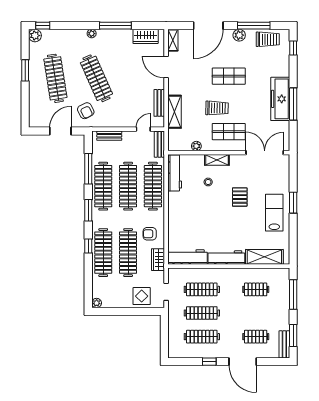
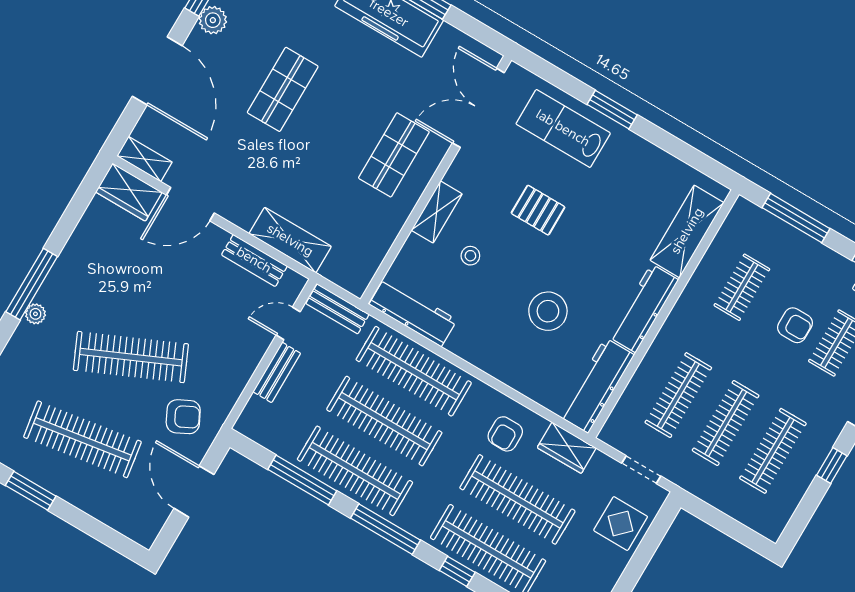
window: (115, 26) -> (32, 284), moved
wardrobe: (146, 36) -> (129, 192), moved, turned 90
trolley: (217, 108) -> (333, 151), removed
door: (143, 129) -> (288, 323), hinge flipped
bench: (109, 136) -> (277, 372), moved
plant: (196, 146) -> (385, 237), removed
window: (88, 210) -> (385, 529), width x1.44
lab bench: (274, 213) -> (563, 128), moved
stool: (204, 223) -> (548, 311), added
armchair: (253, 317) -> (795, 325), added

